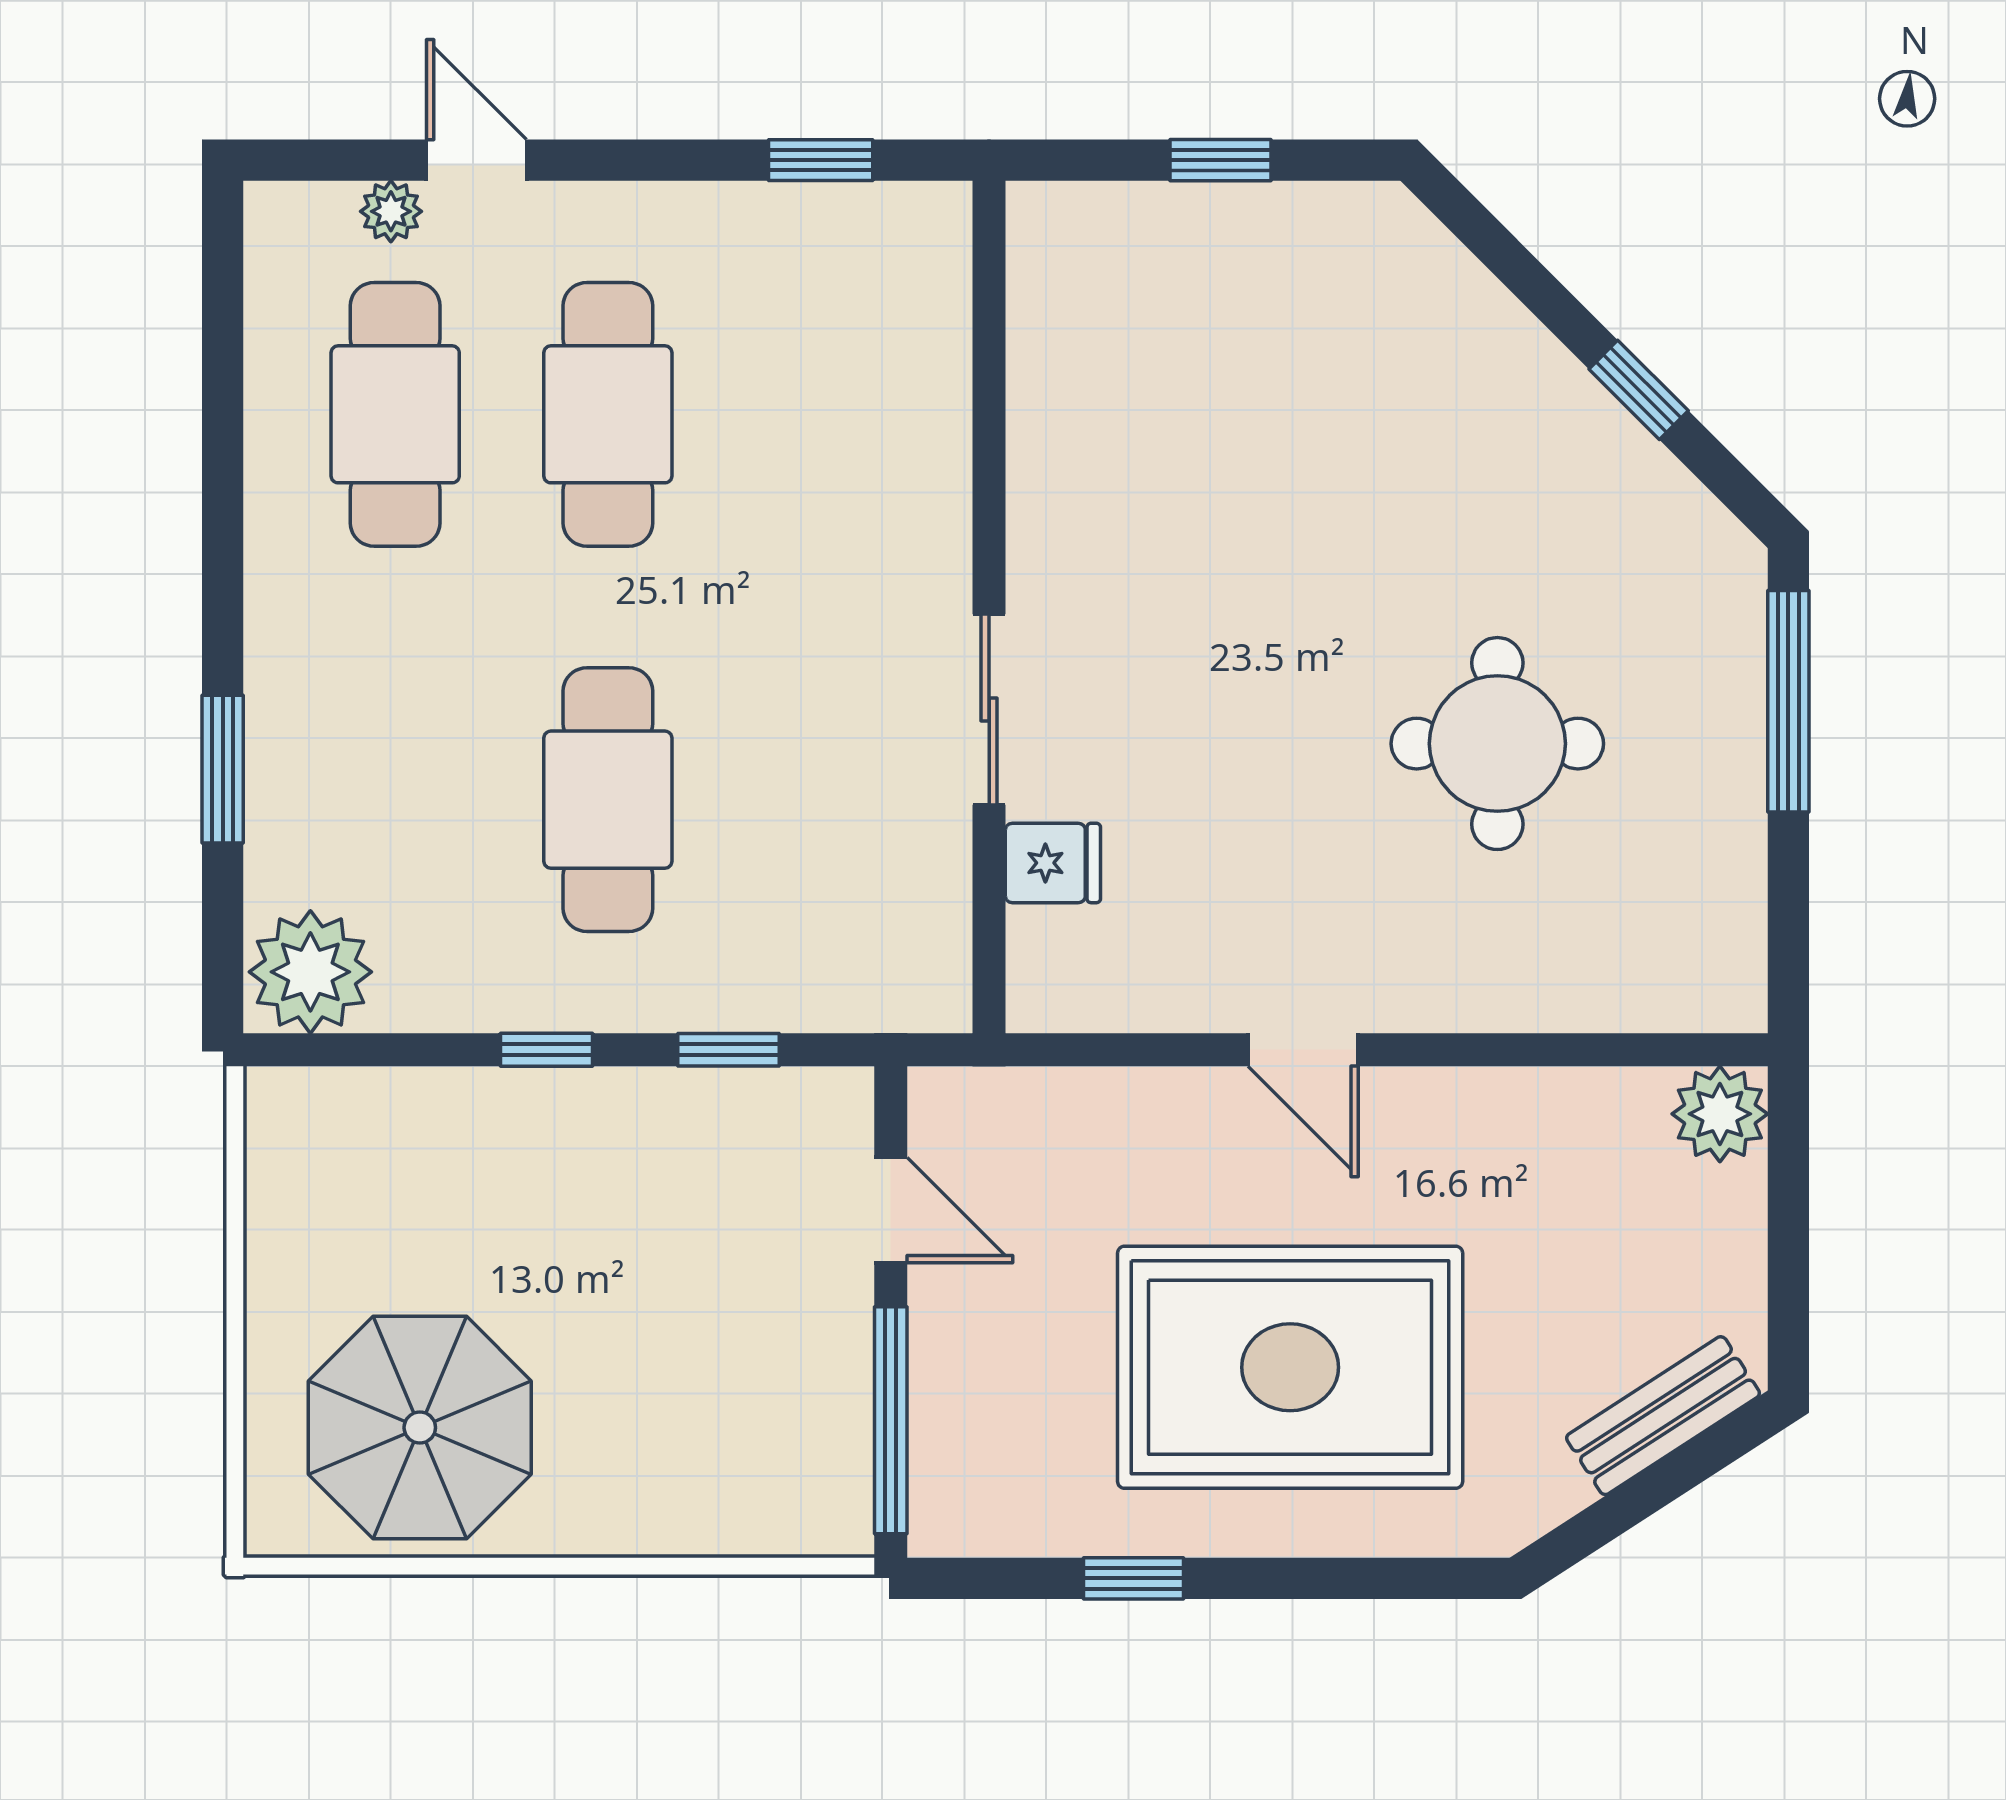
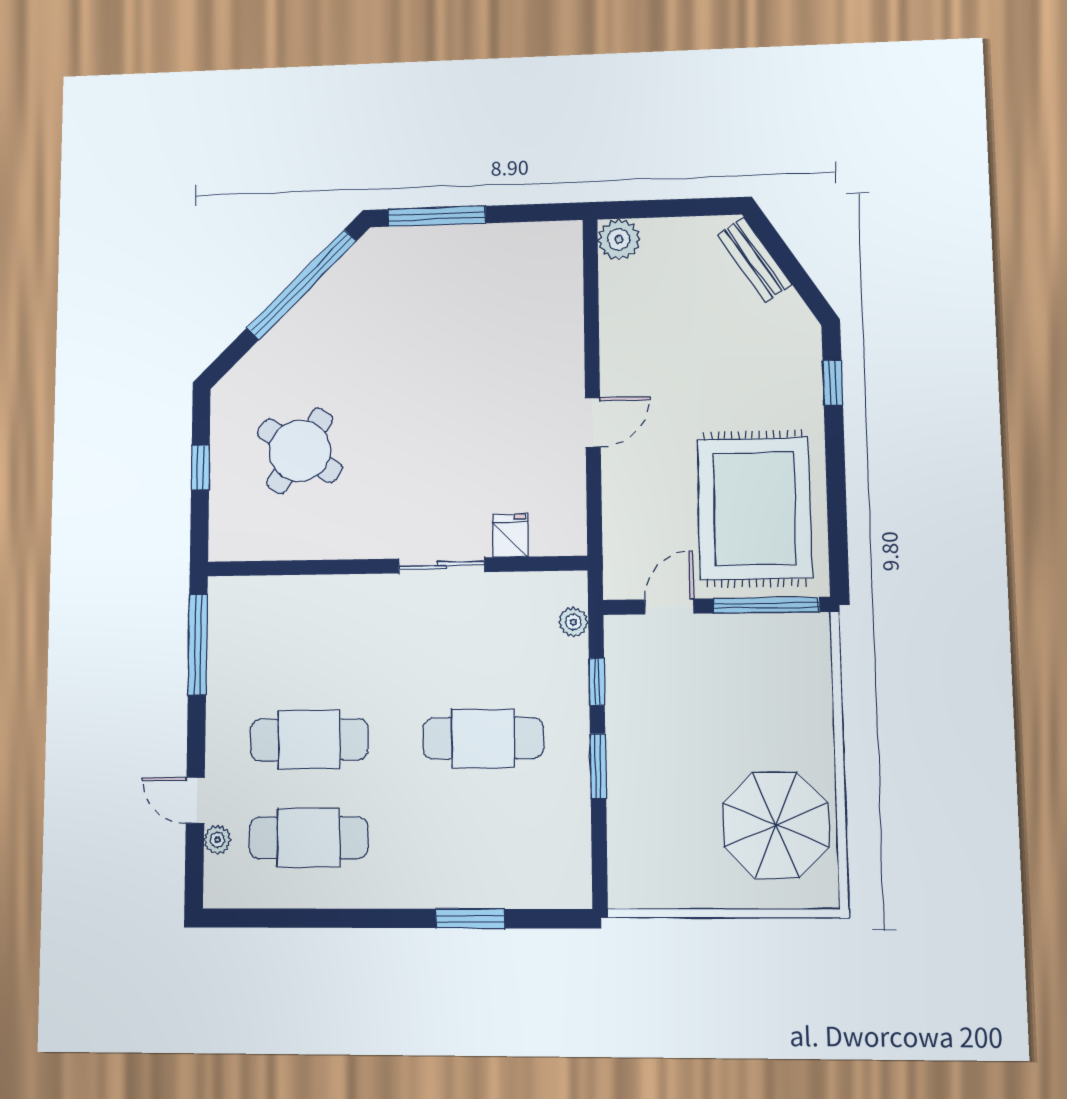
door: (476, 160) -> (195, 800), hinge flipped
window: (821, 160) -> (198, 644), width x2.17
window: (1639, 390) -> (302, 284), width x3.17
round table: (1497, 744) -> (300, 451), moved, turned 34
plant: (310, 972) -> (573, 622), moved, width x0.53, depth x0.53
window: (546, 1050) -> (598, 766), width x1.50
rug: (1290, 1367) -> (754, 509), moved
window: (1134, 1578) -> (833, 383), moved

